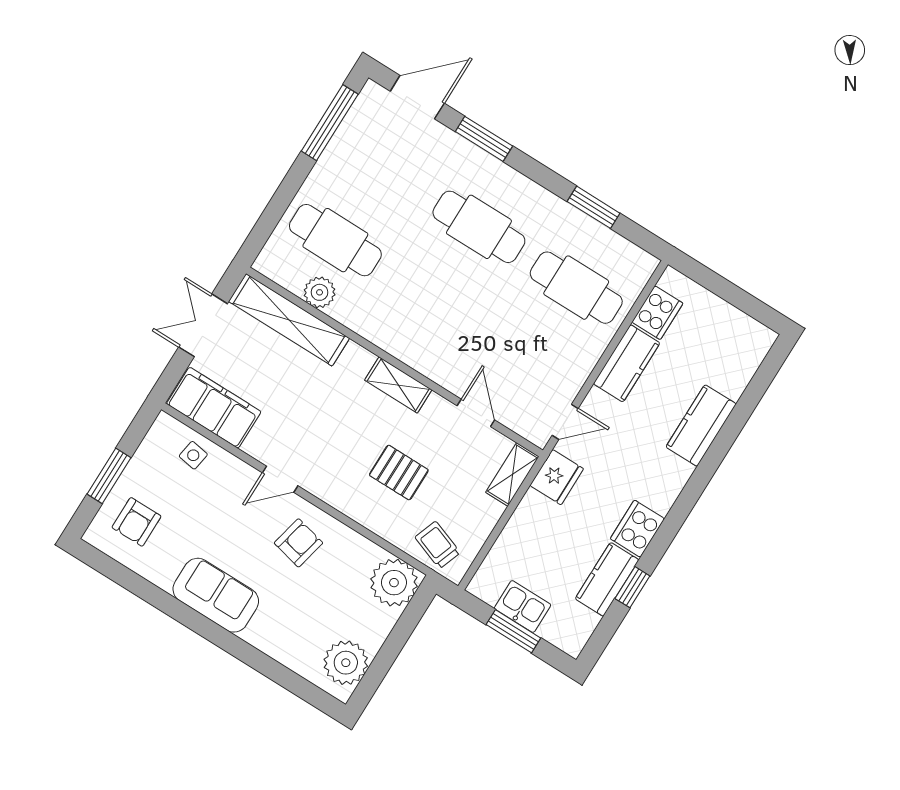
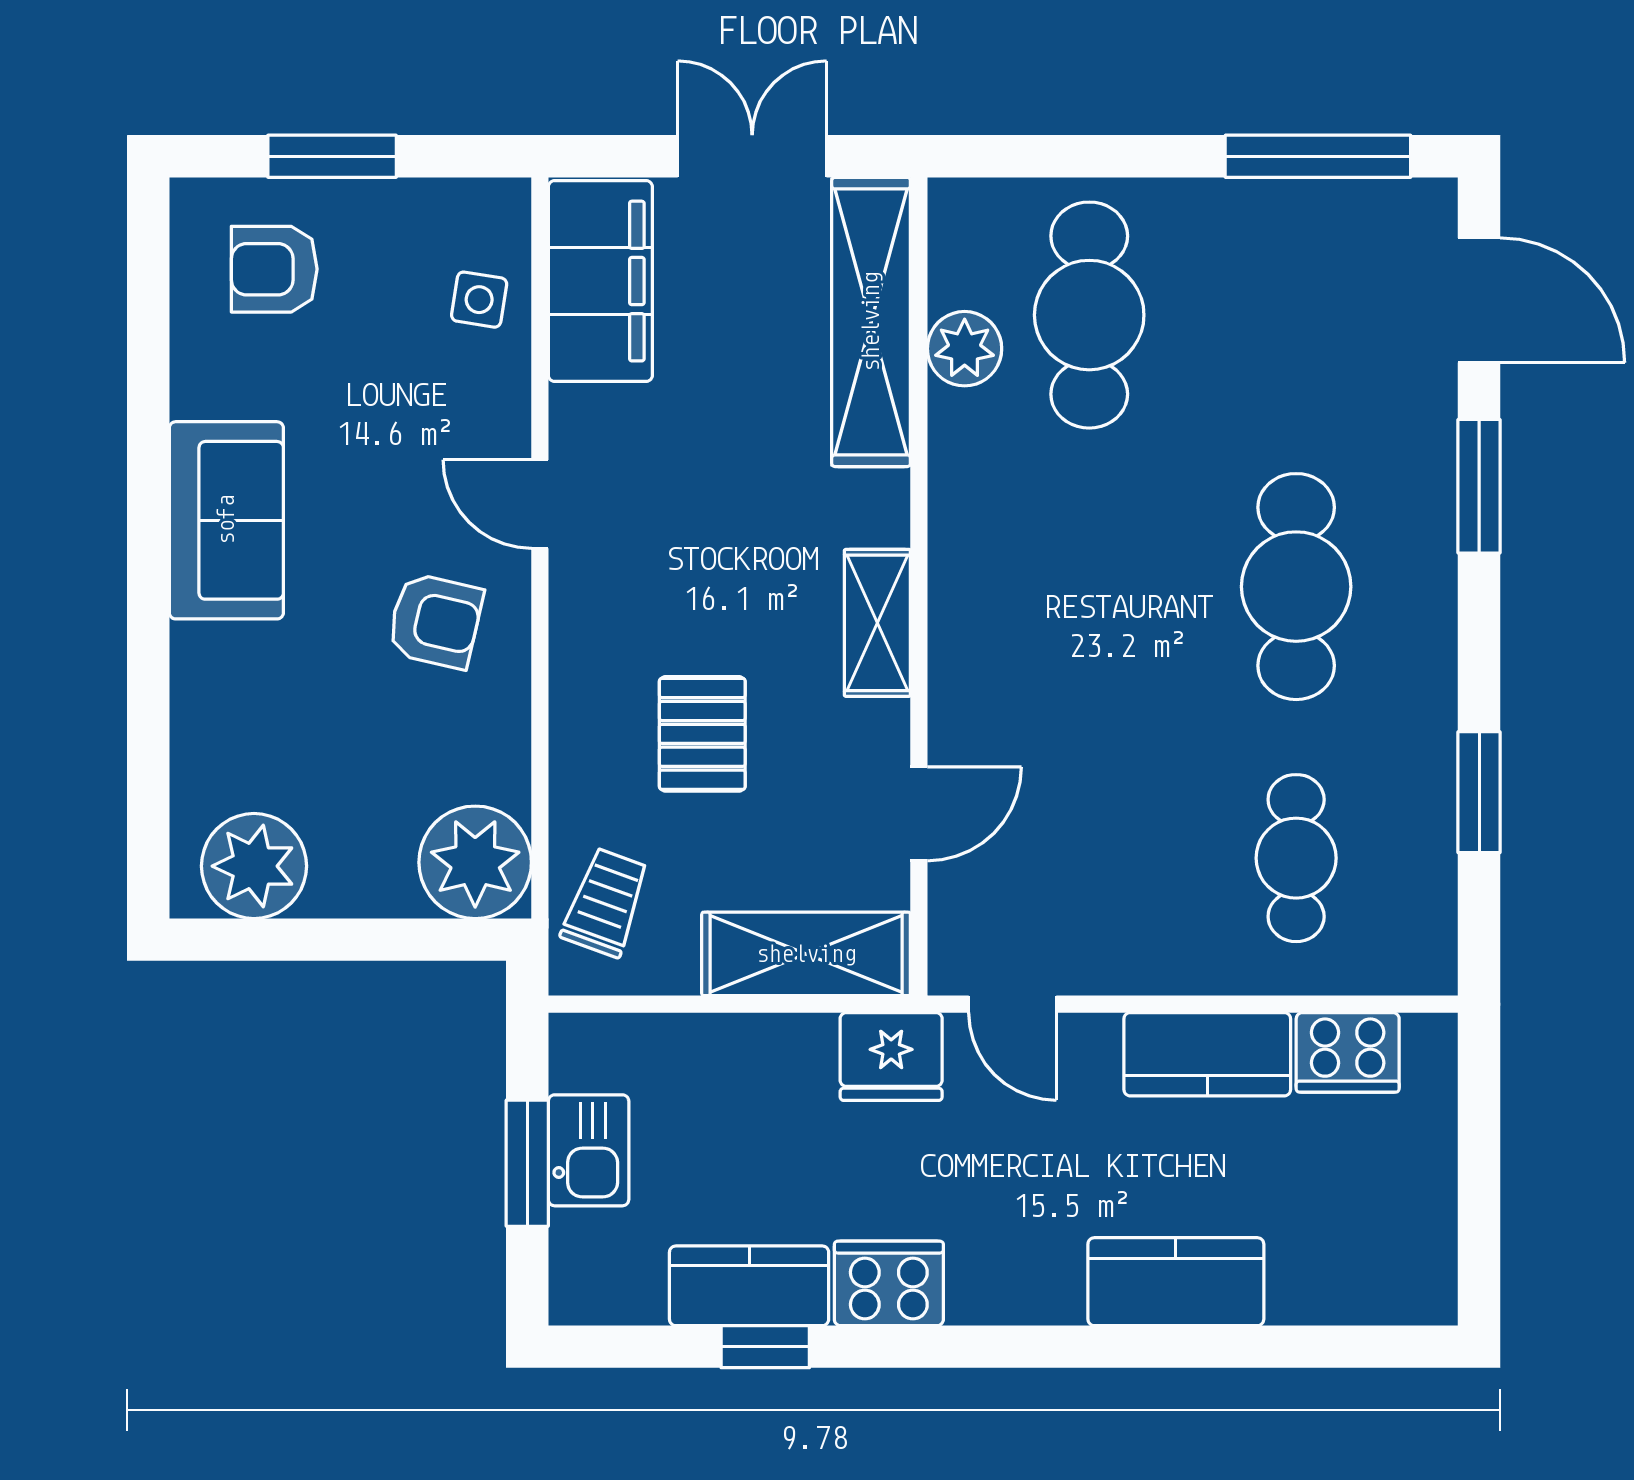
cafe table: (576, 288) -> (1296, 858), width x0.73, depth x0.74
shelving: (512, 474) -> (806, 954), width x1.50, depth x1.33

